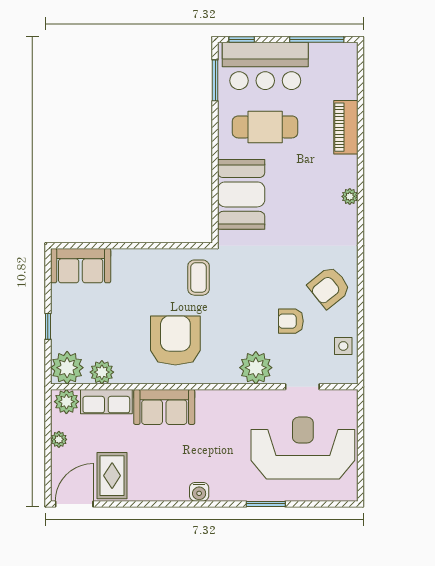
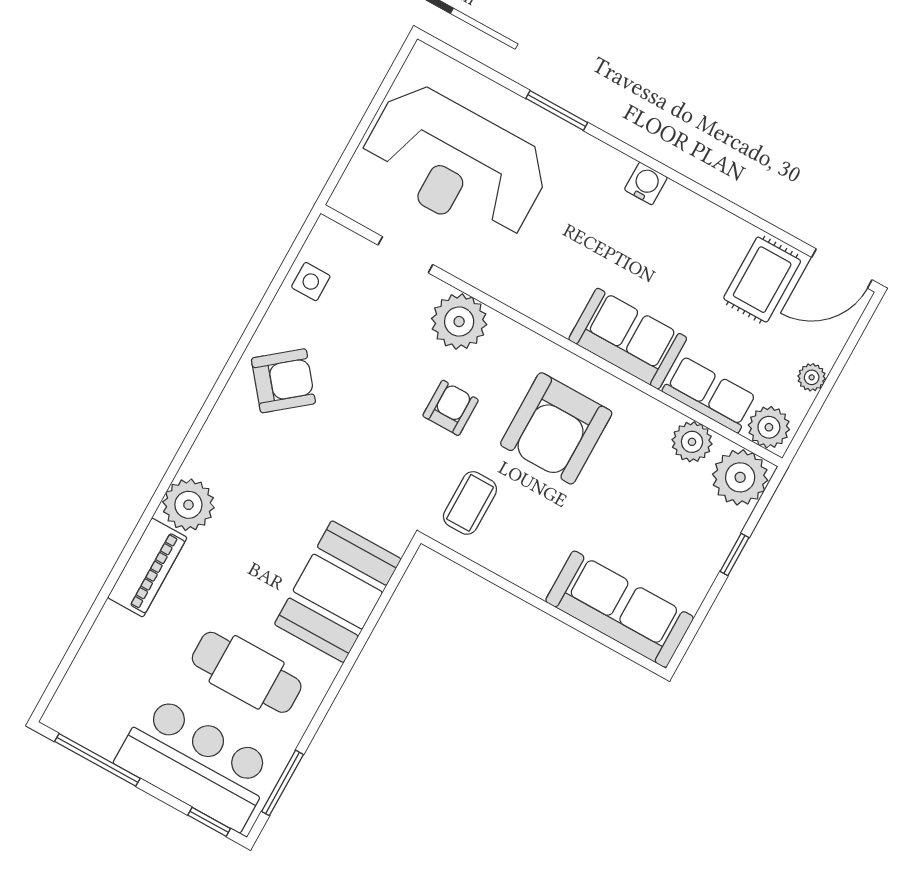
piano: (346, 127) -> (147, 568), moved
plant: (350, 196) -> (188, 505), width x1.88, depth x1.88
sofa: (81, 266) -> (620, 609), width x1.36
armchair: (291, 321) -> (451, 408), moved, turned -90

